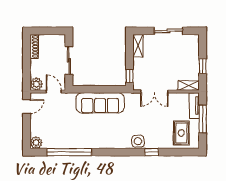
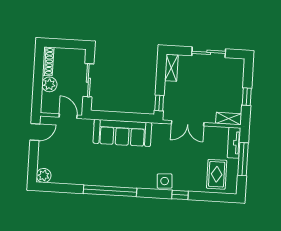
plant: (36, 84) -> (49, 84), moved
window: (69, 152) -> (110, 191), moved

